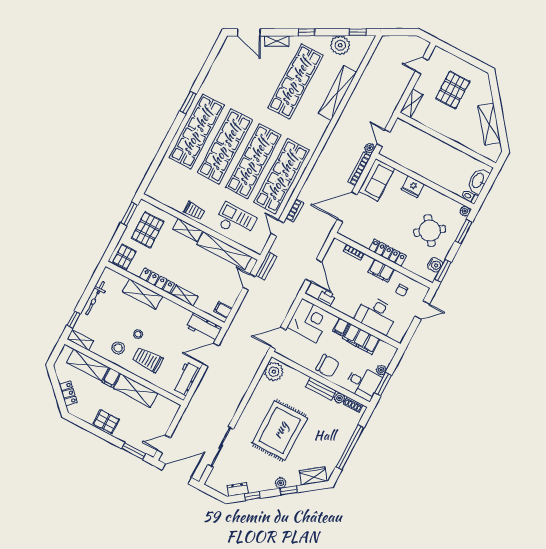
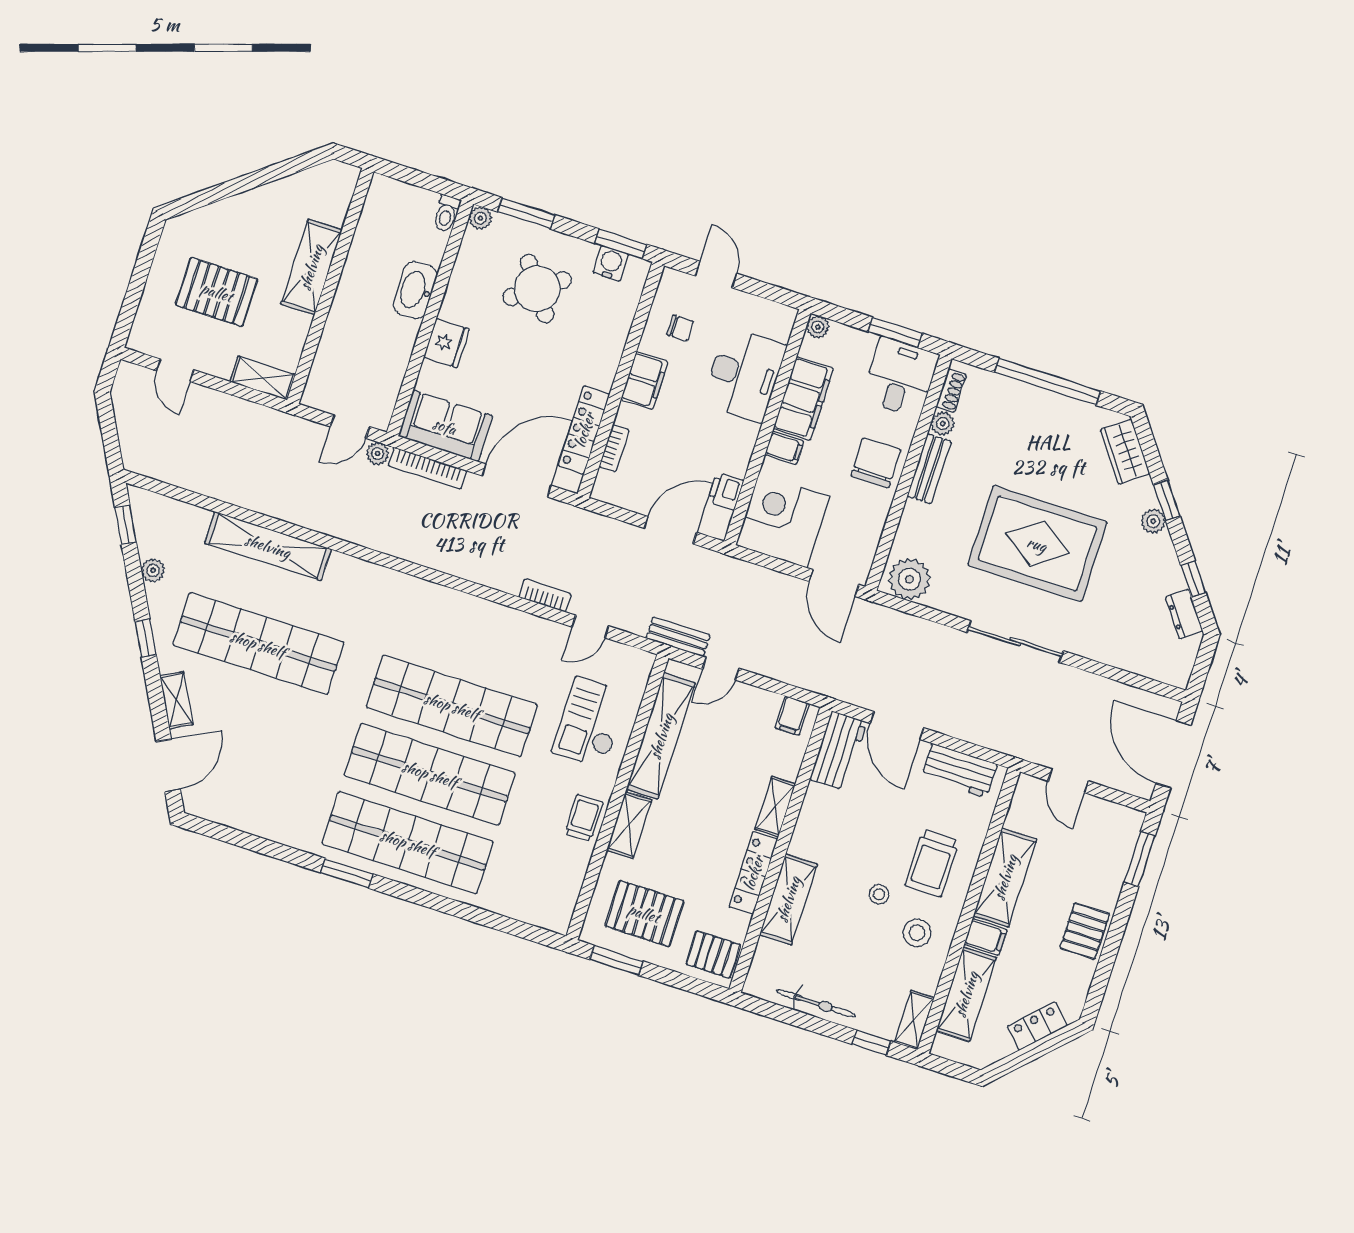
plant: (340, 45) -> (153, 570), width x0.53, depth x0.53
shelving: (489, 124) -> (311, 267), moved, turned -52
shop shelf: (282, 176) -> (474, 638), removed
washbasin: (478, 181) -> (415, 290), moved, turned 90
door: (347, 207) -> (517, 481), swing flipped
locker: (387, 253) -> (584, 430), moved
plant: (381, 370) -> (818, 327), moved
door: (164, 444) -> (1068, 781), moved
sliding door: (221, 447) -> (1015, 642), moved

